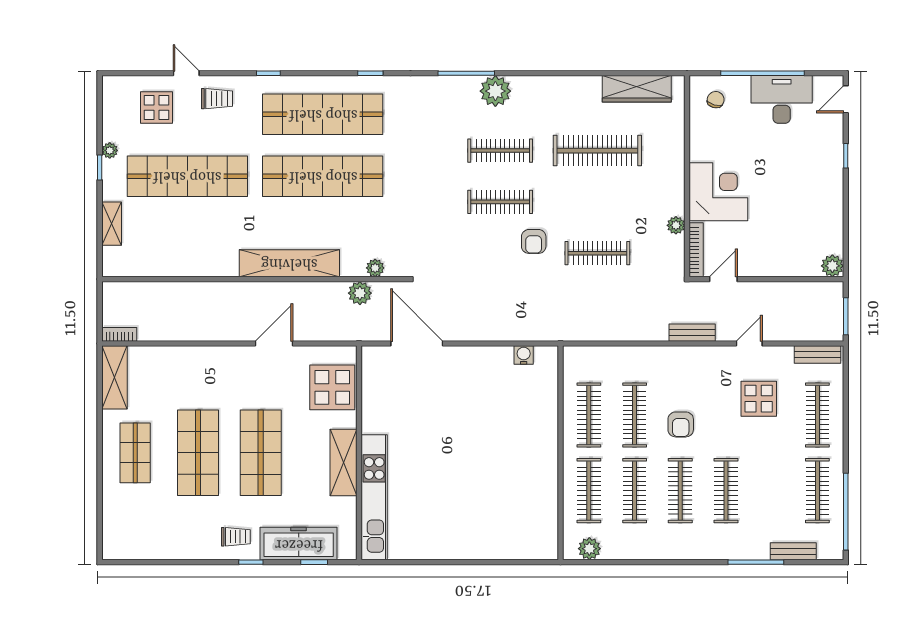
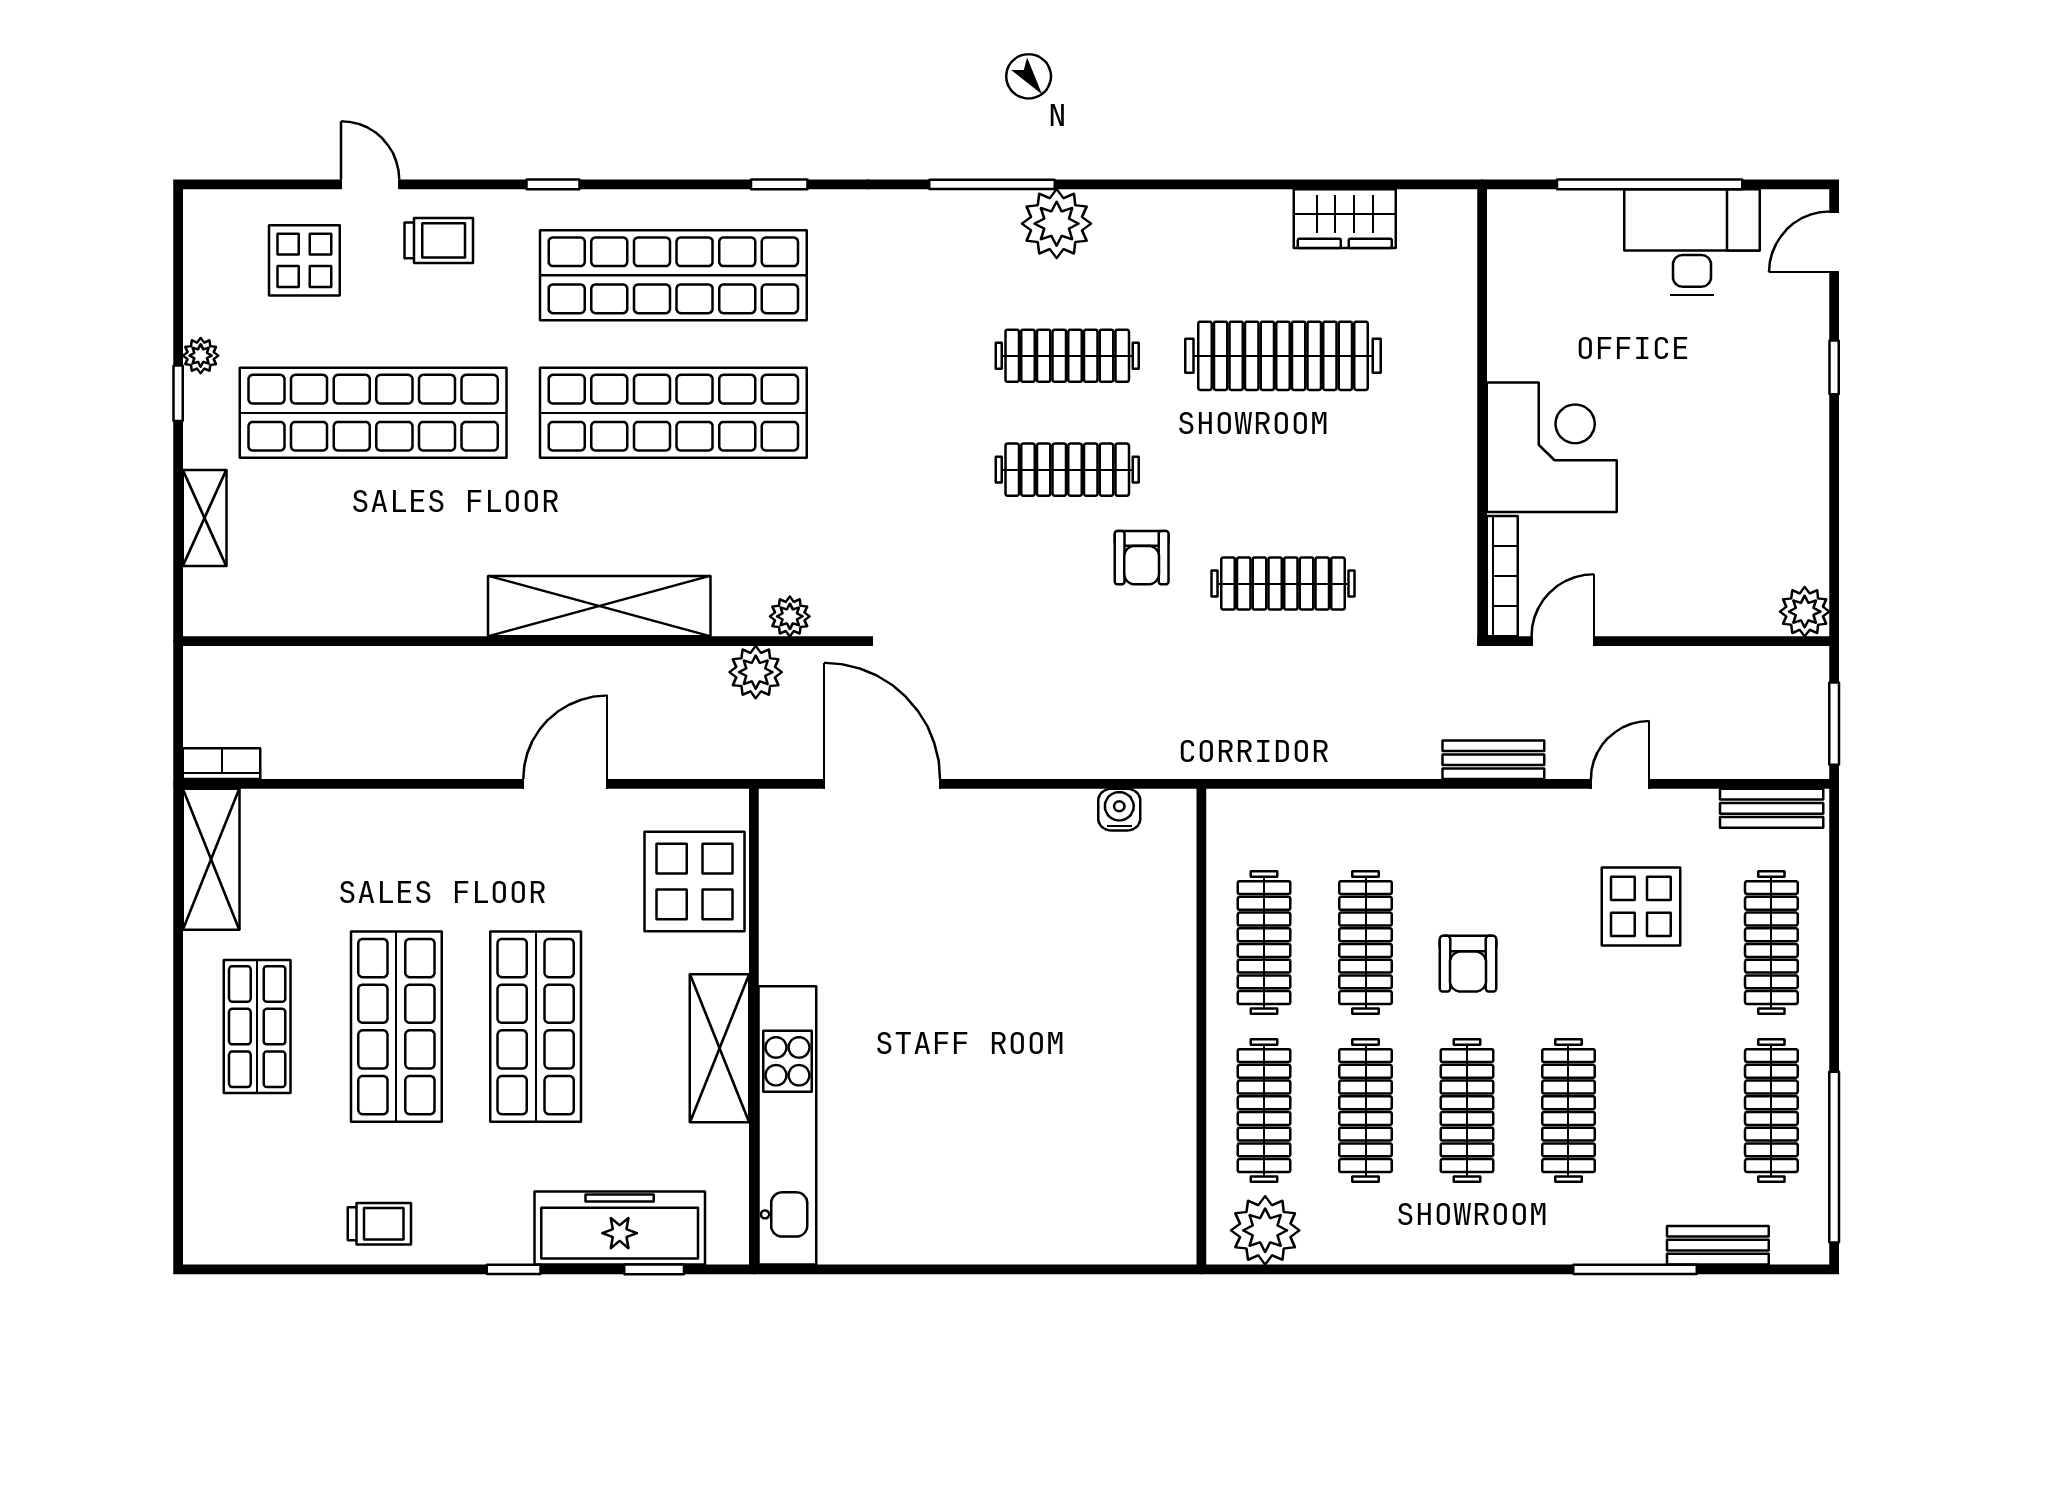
wardrobe: (637, 89) -> (1345, 219), width x0.67
chair: (716, 100) -> (1545, 243), removed
plant: (676, 225) -> (1457, 522), removed
trolley: (236, 537) -> (379, 1224), moved
plant: (589, 549) -> (1265, 1230), width x1.36, depth x1.36

